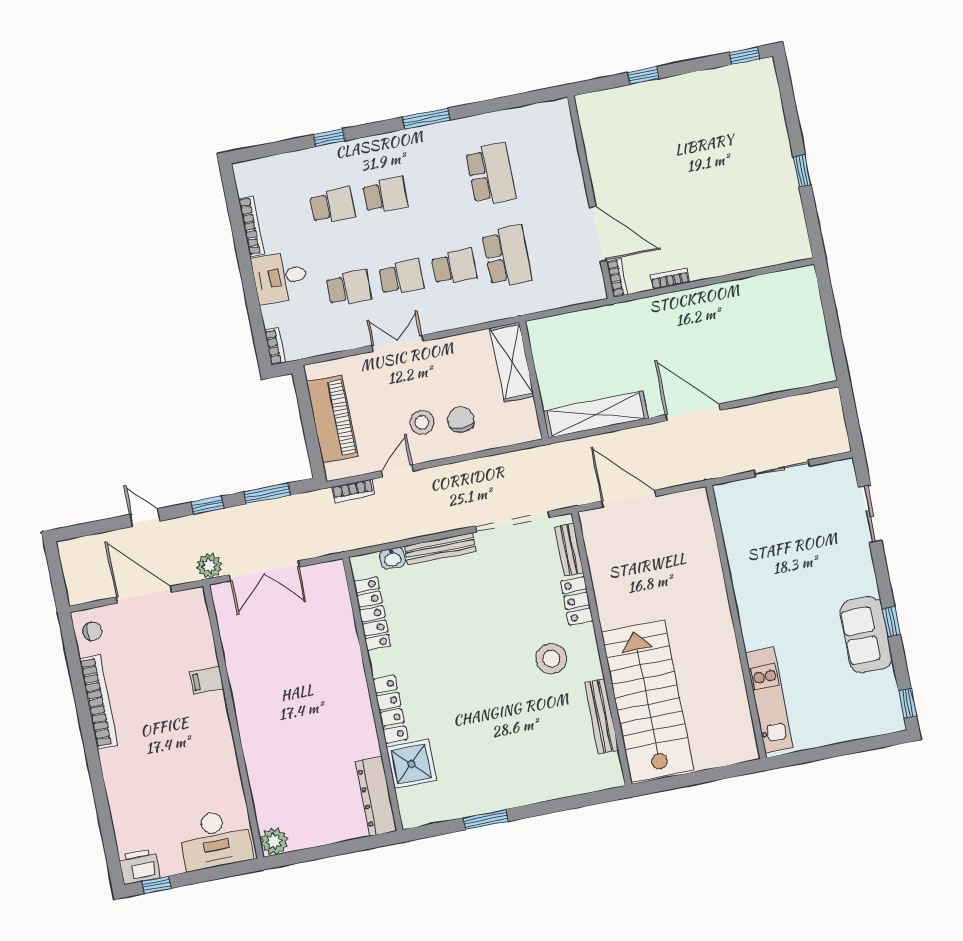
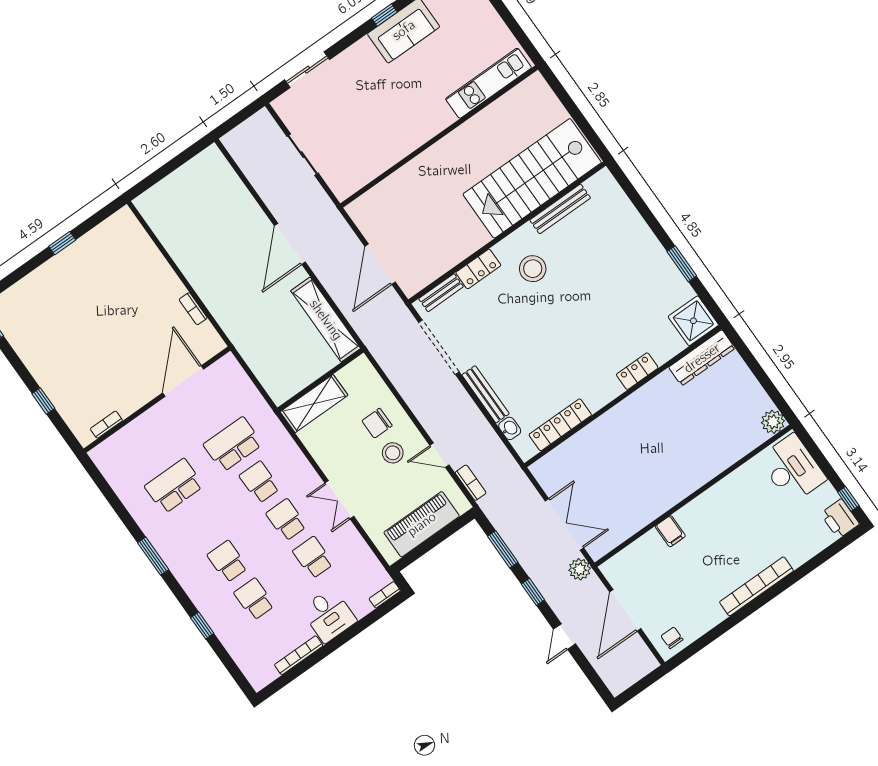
bookcase: (617, 278) -> (106, 425), moved
bookcase: (98, 702) -> (756, 586), moved
locker: (390, 709) -> (637, 371), width x0.66
shower: (411, 764) -> (693, 321), moved

